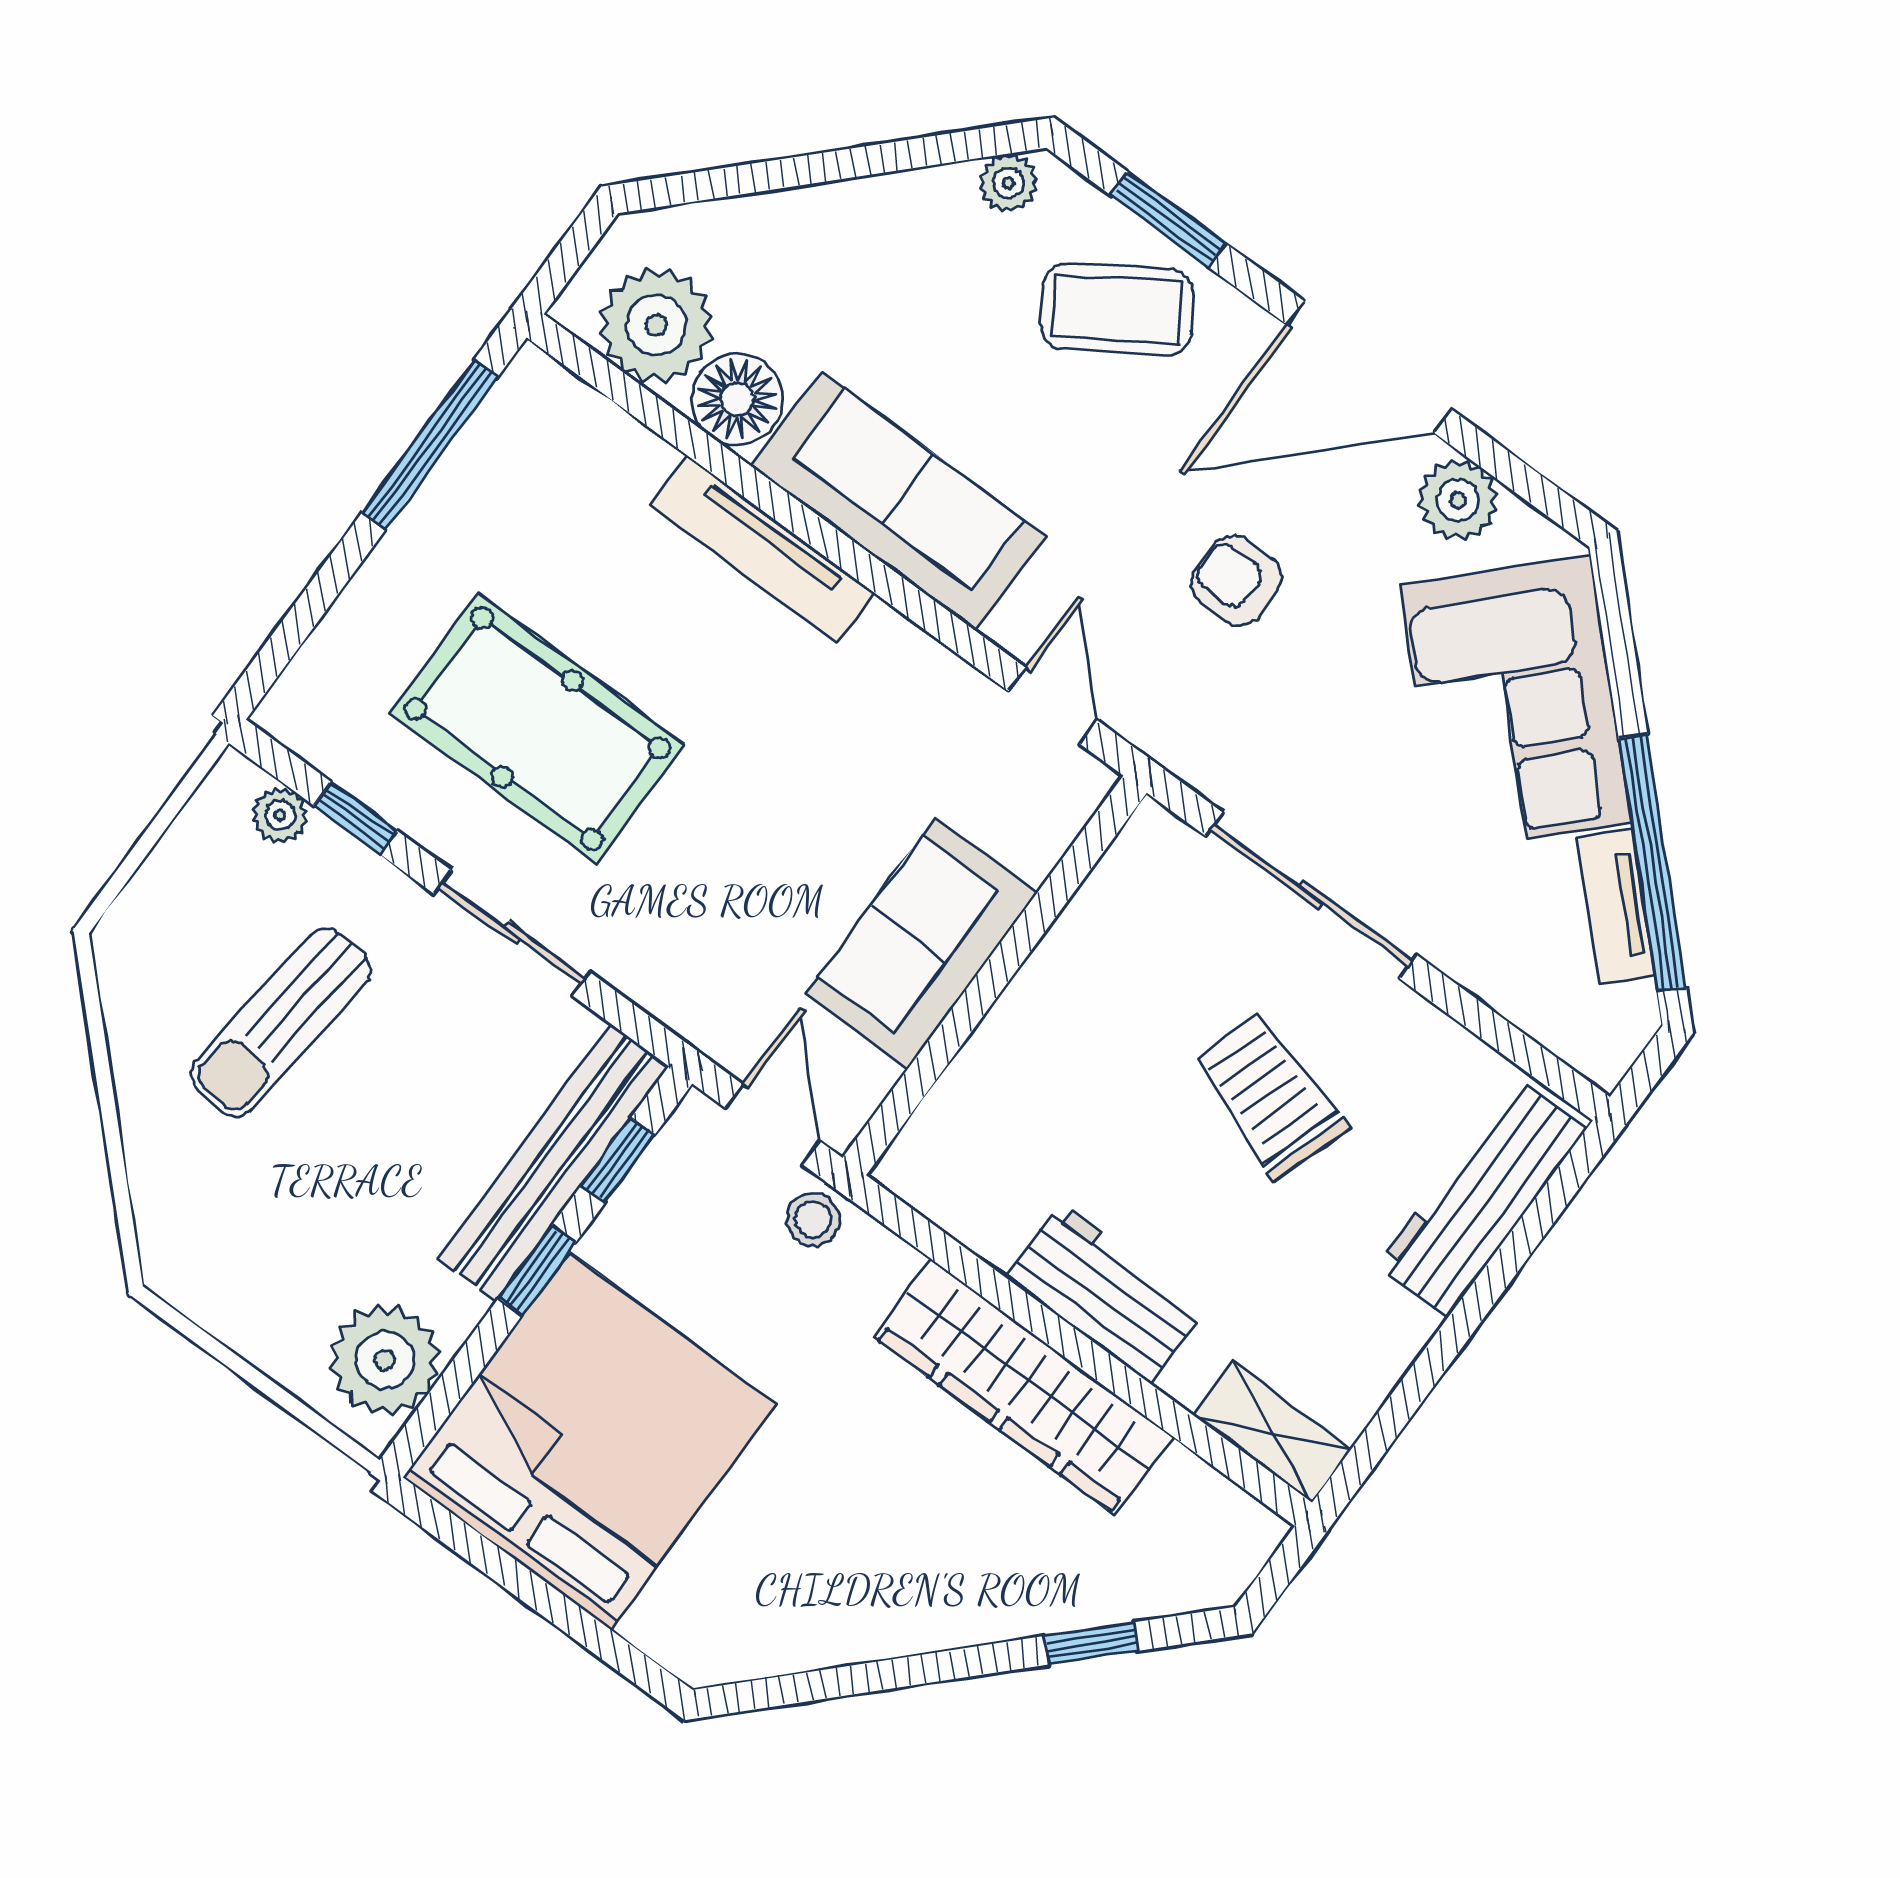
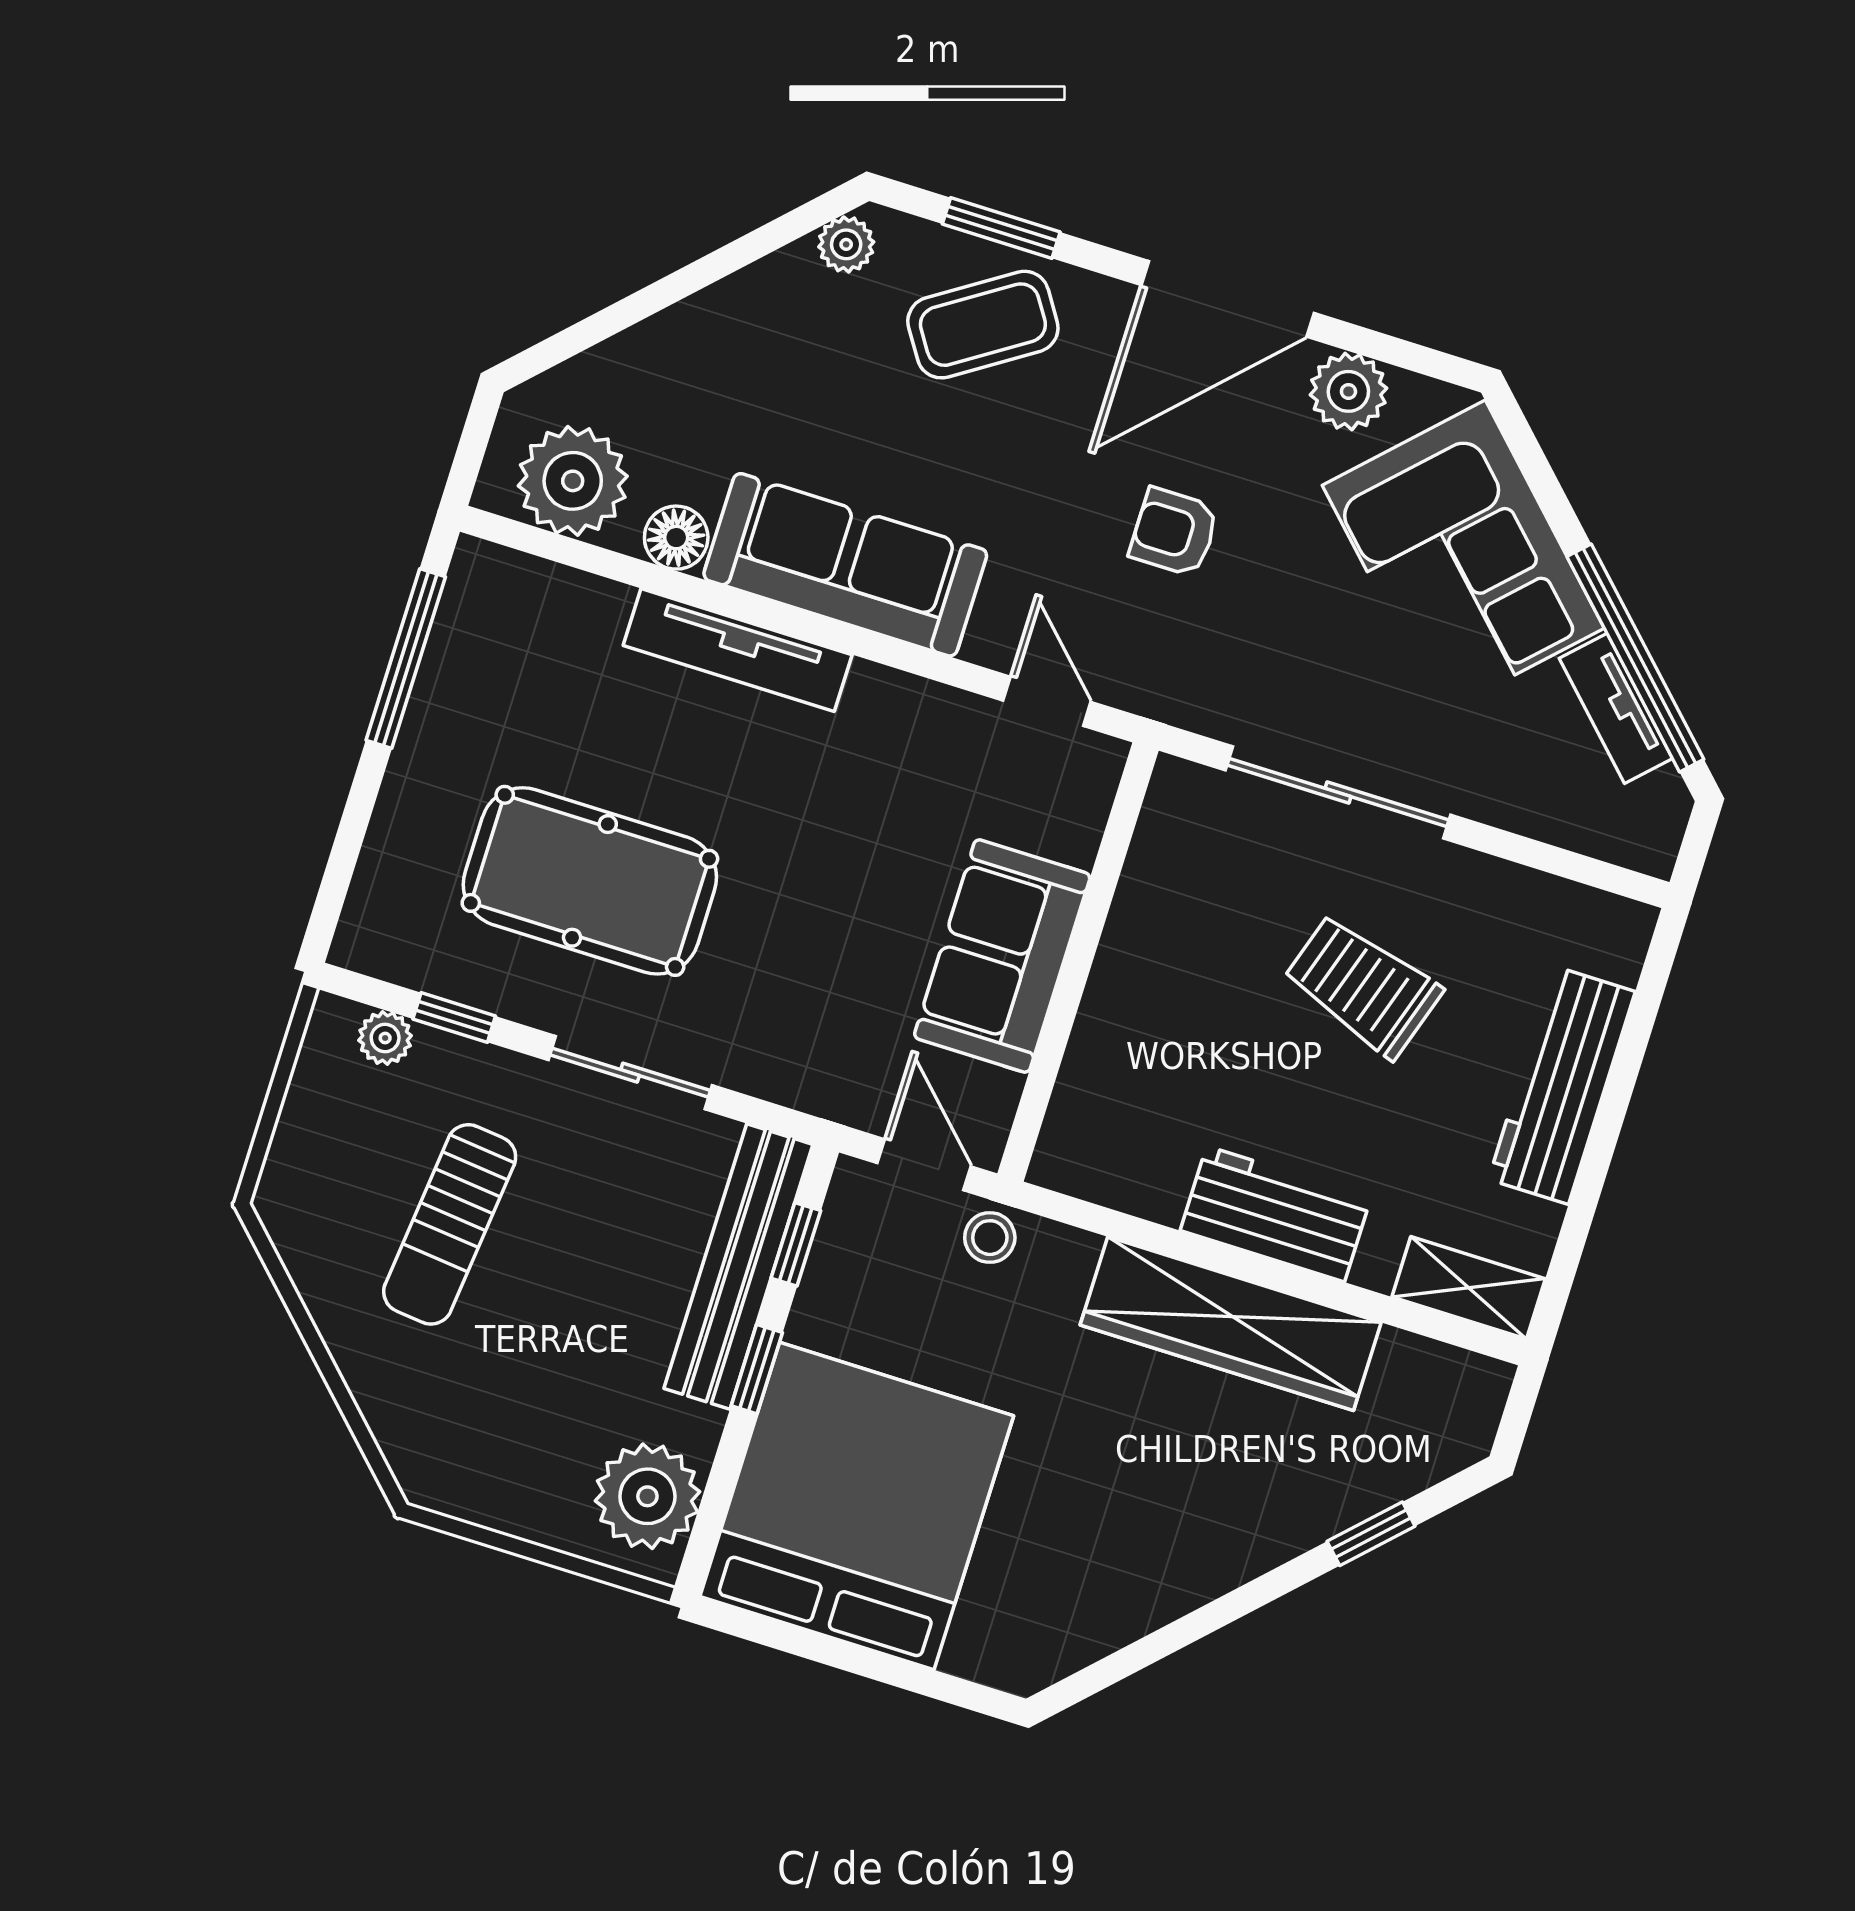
floor lamp: (737, 399) -> (676, 538), width x0.73, depth x0.73
workbench: (1482, 1198) -> (1562, 1085), moved

